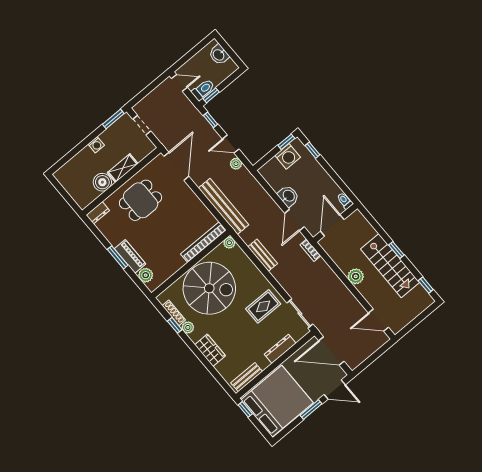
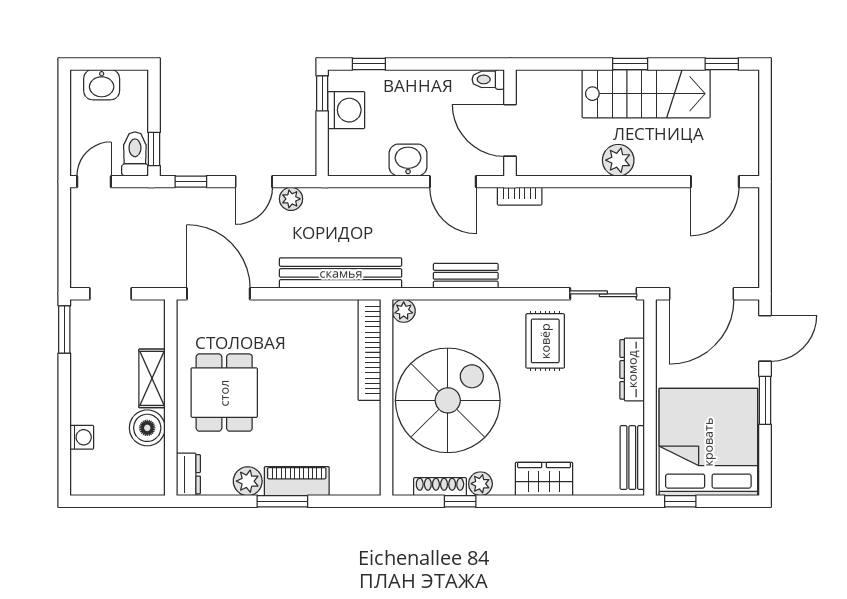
washing machine: (96, 145) -> (82, 437), moved
plant: (146, 275) -> (248, 481), moved

